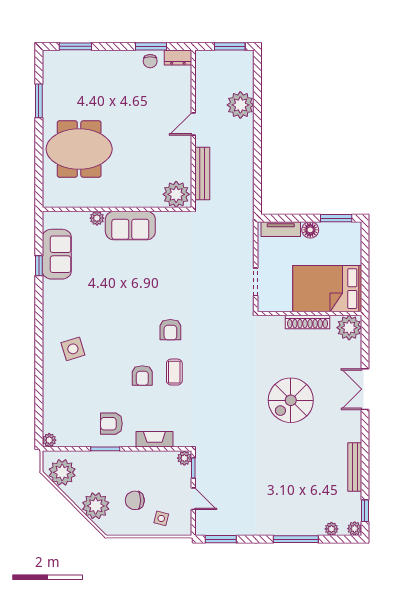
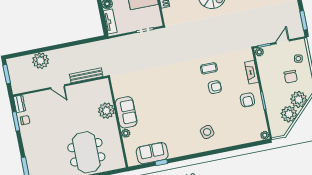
plant: (176, 194) -> (106, 111), moved
armchair: (170, 330) -> (184, 76), removed
plant: (62, 472) -> (289, 114), moved

